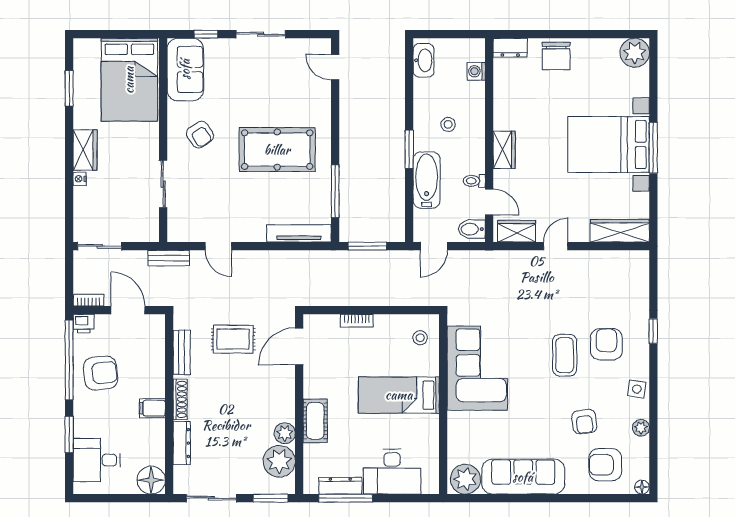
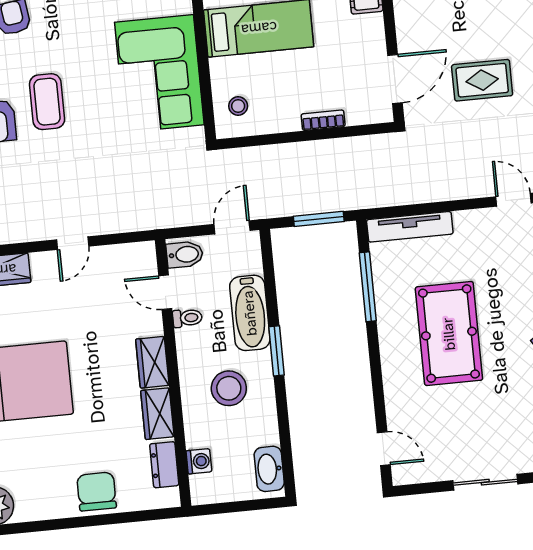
dresser: (510, 48) -> (164, 465), moved, turned -90
stool: (448, 124) -> (229, 388), width x1.89, depth x1.89
pool table: (277, 150) -> (449, 334), turned 90
wardrobe: (517, 231) -> (157, 414), moved, turned 90

